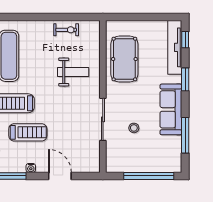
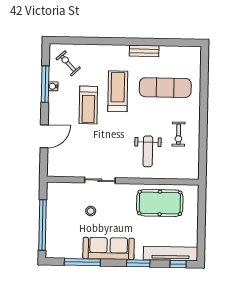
exercise bike: (66, 30) -> (179, 134), moved
sliding door: (103, 119) -> (100, 180), width x0.73
water cooler: (31, 168) -> (53, 86), moved

